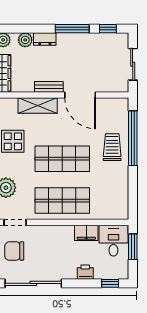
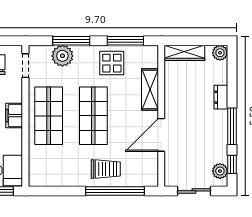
plant: (25, 40) -> (220, 171), moved
bench: (49, 87) -> (170, 102), removed
filing cabinet: (86, 233) -> (14, 116), moved

